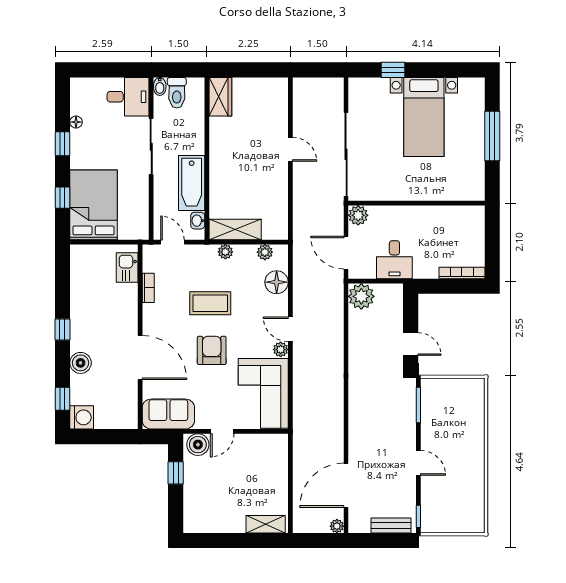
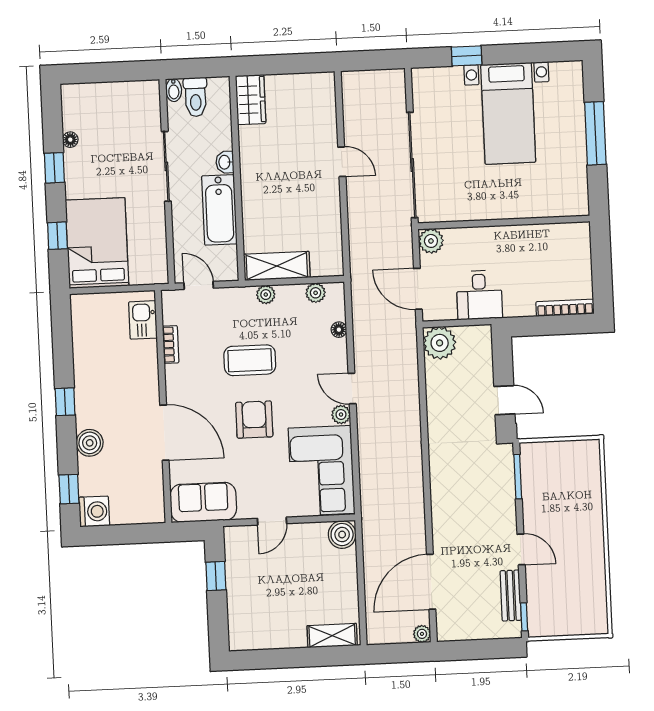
desk: (128, 97) -> (134, 105), removed
washbasin: (198, 221) -> (225, 162), moved
floor lamp: (277, 282) -> (339, 330), width x0.53, depth x0.53
boiler: (198, 445) -> (342, 535), moved
bench: (391, 525) -> (511, 596), moved, turned 90

